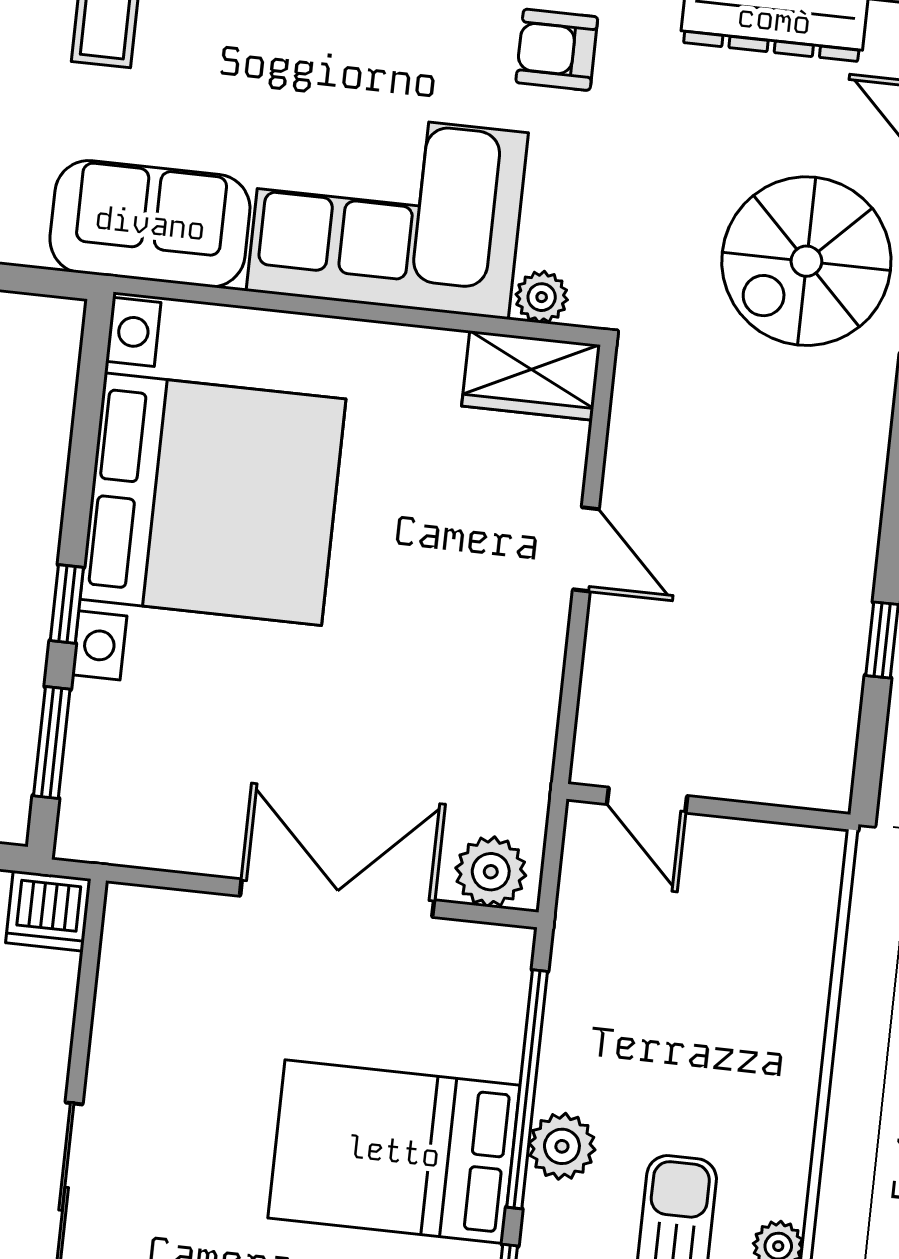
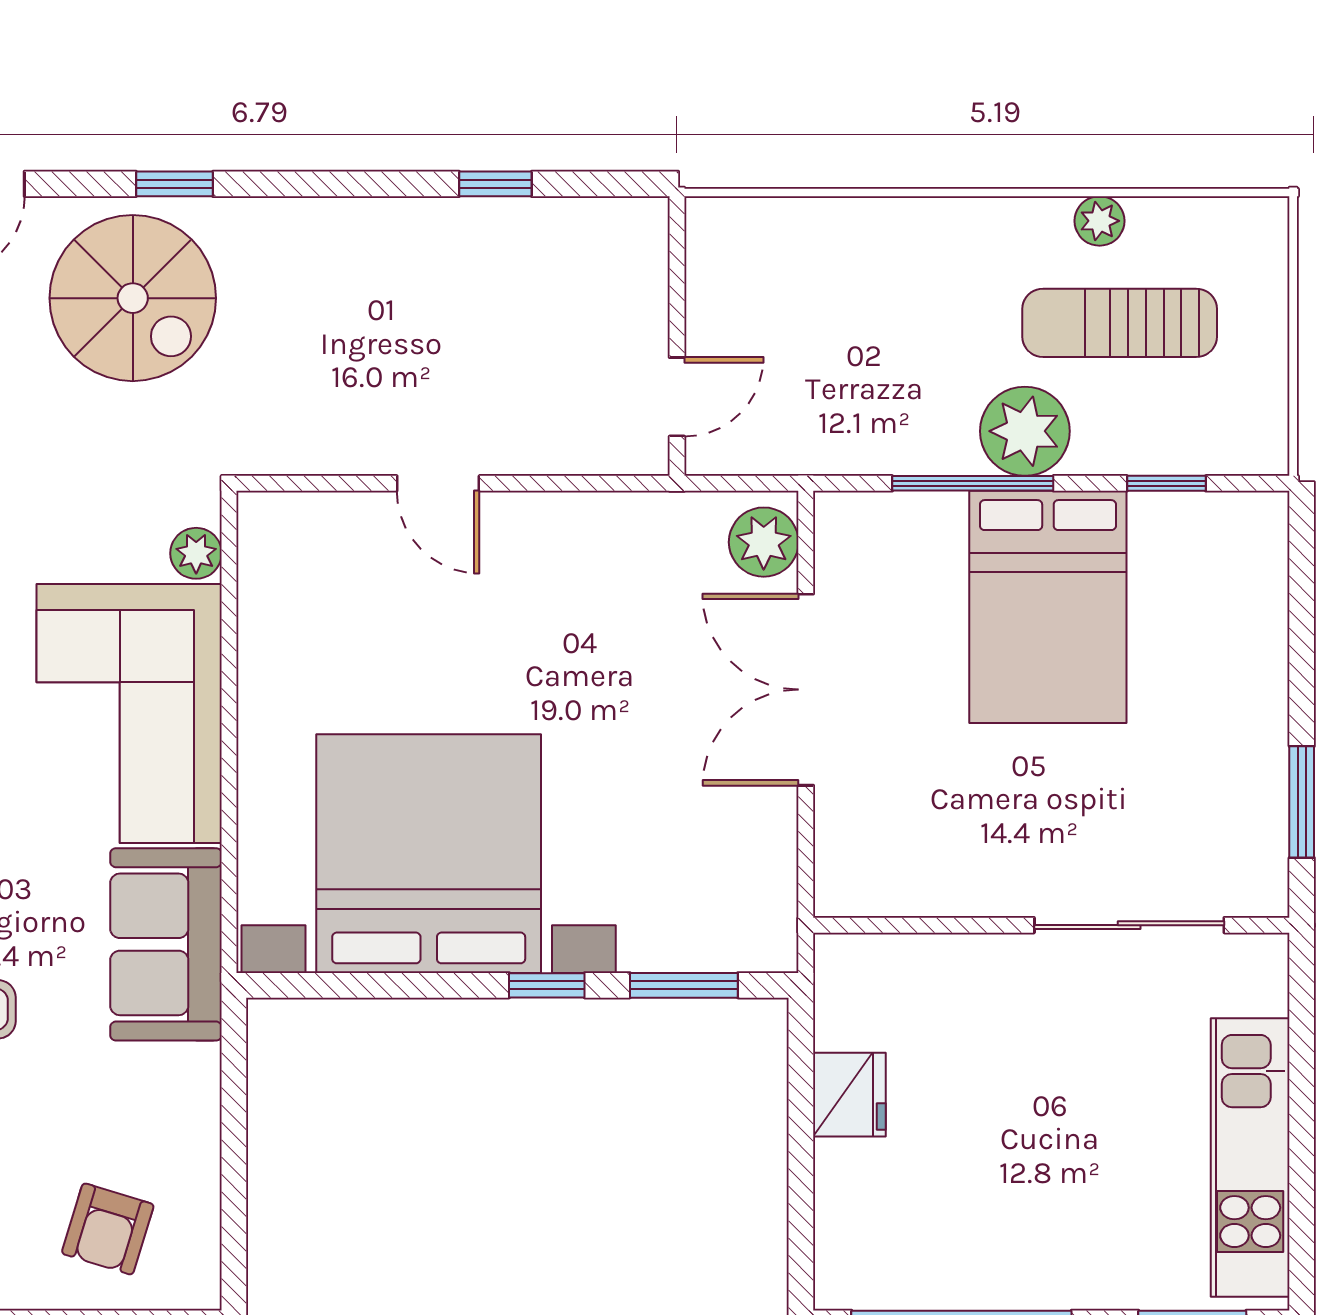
wardrobe: (531, 375) -> (274, 555), removed
door: (586, 549) -> (438, 483), swing flipped
dishwasher: (48, 911) -> (849, 971), removed
window: (527, 1089) -> (973, 483), width x0.68
plant: (562, 1146) -> (1025, 431), width x1.36, depth x1.36

